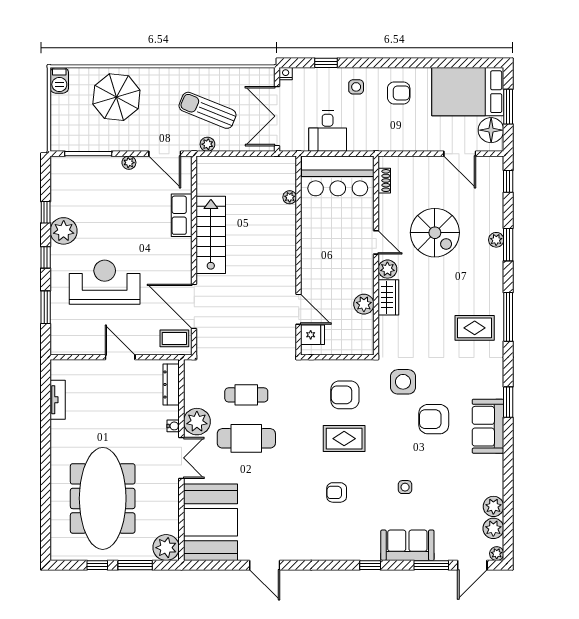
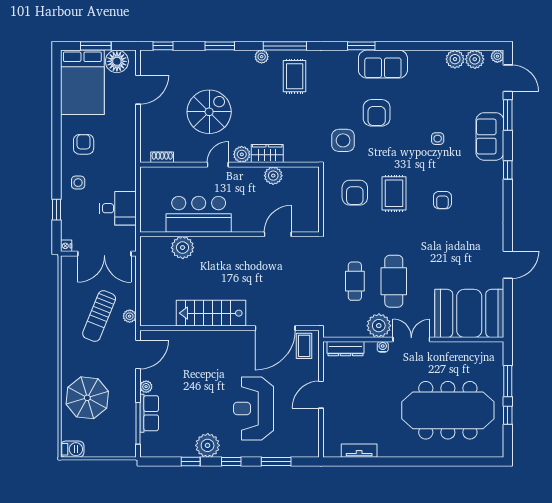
bar counter: (338, 176) -> (199, 214), moved, turned -90
plant: (290, 197) -> (183, 248), width x1.87, depth x1.87
row of seats: (182, 215) -> (149, 413), moved, turned -90
plant: (496, 240) -> (262, 57), moved
fridge: (313, 335) -> (301, 222), removed
plant: (166, 548) -> (492, 353), removed

